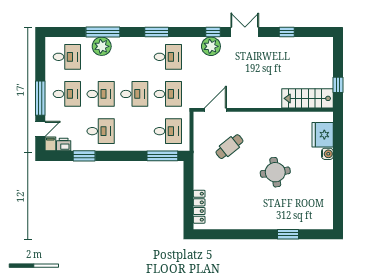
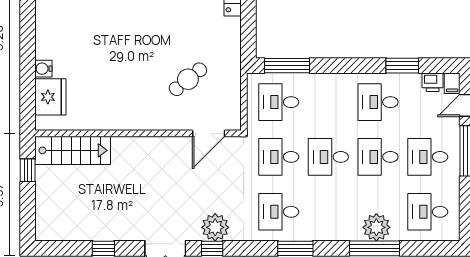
round table: (275, 172) -> (120, 42), removed

